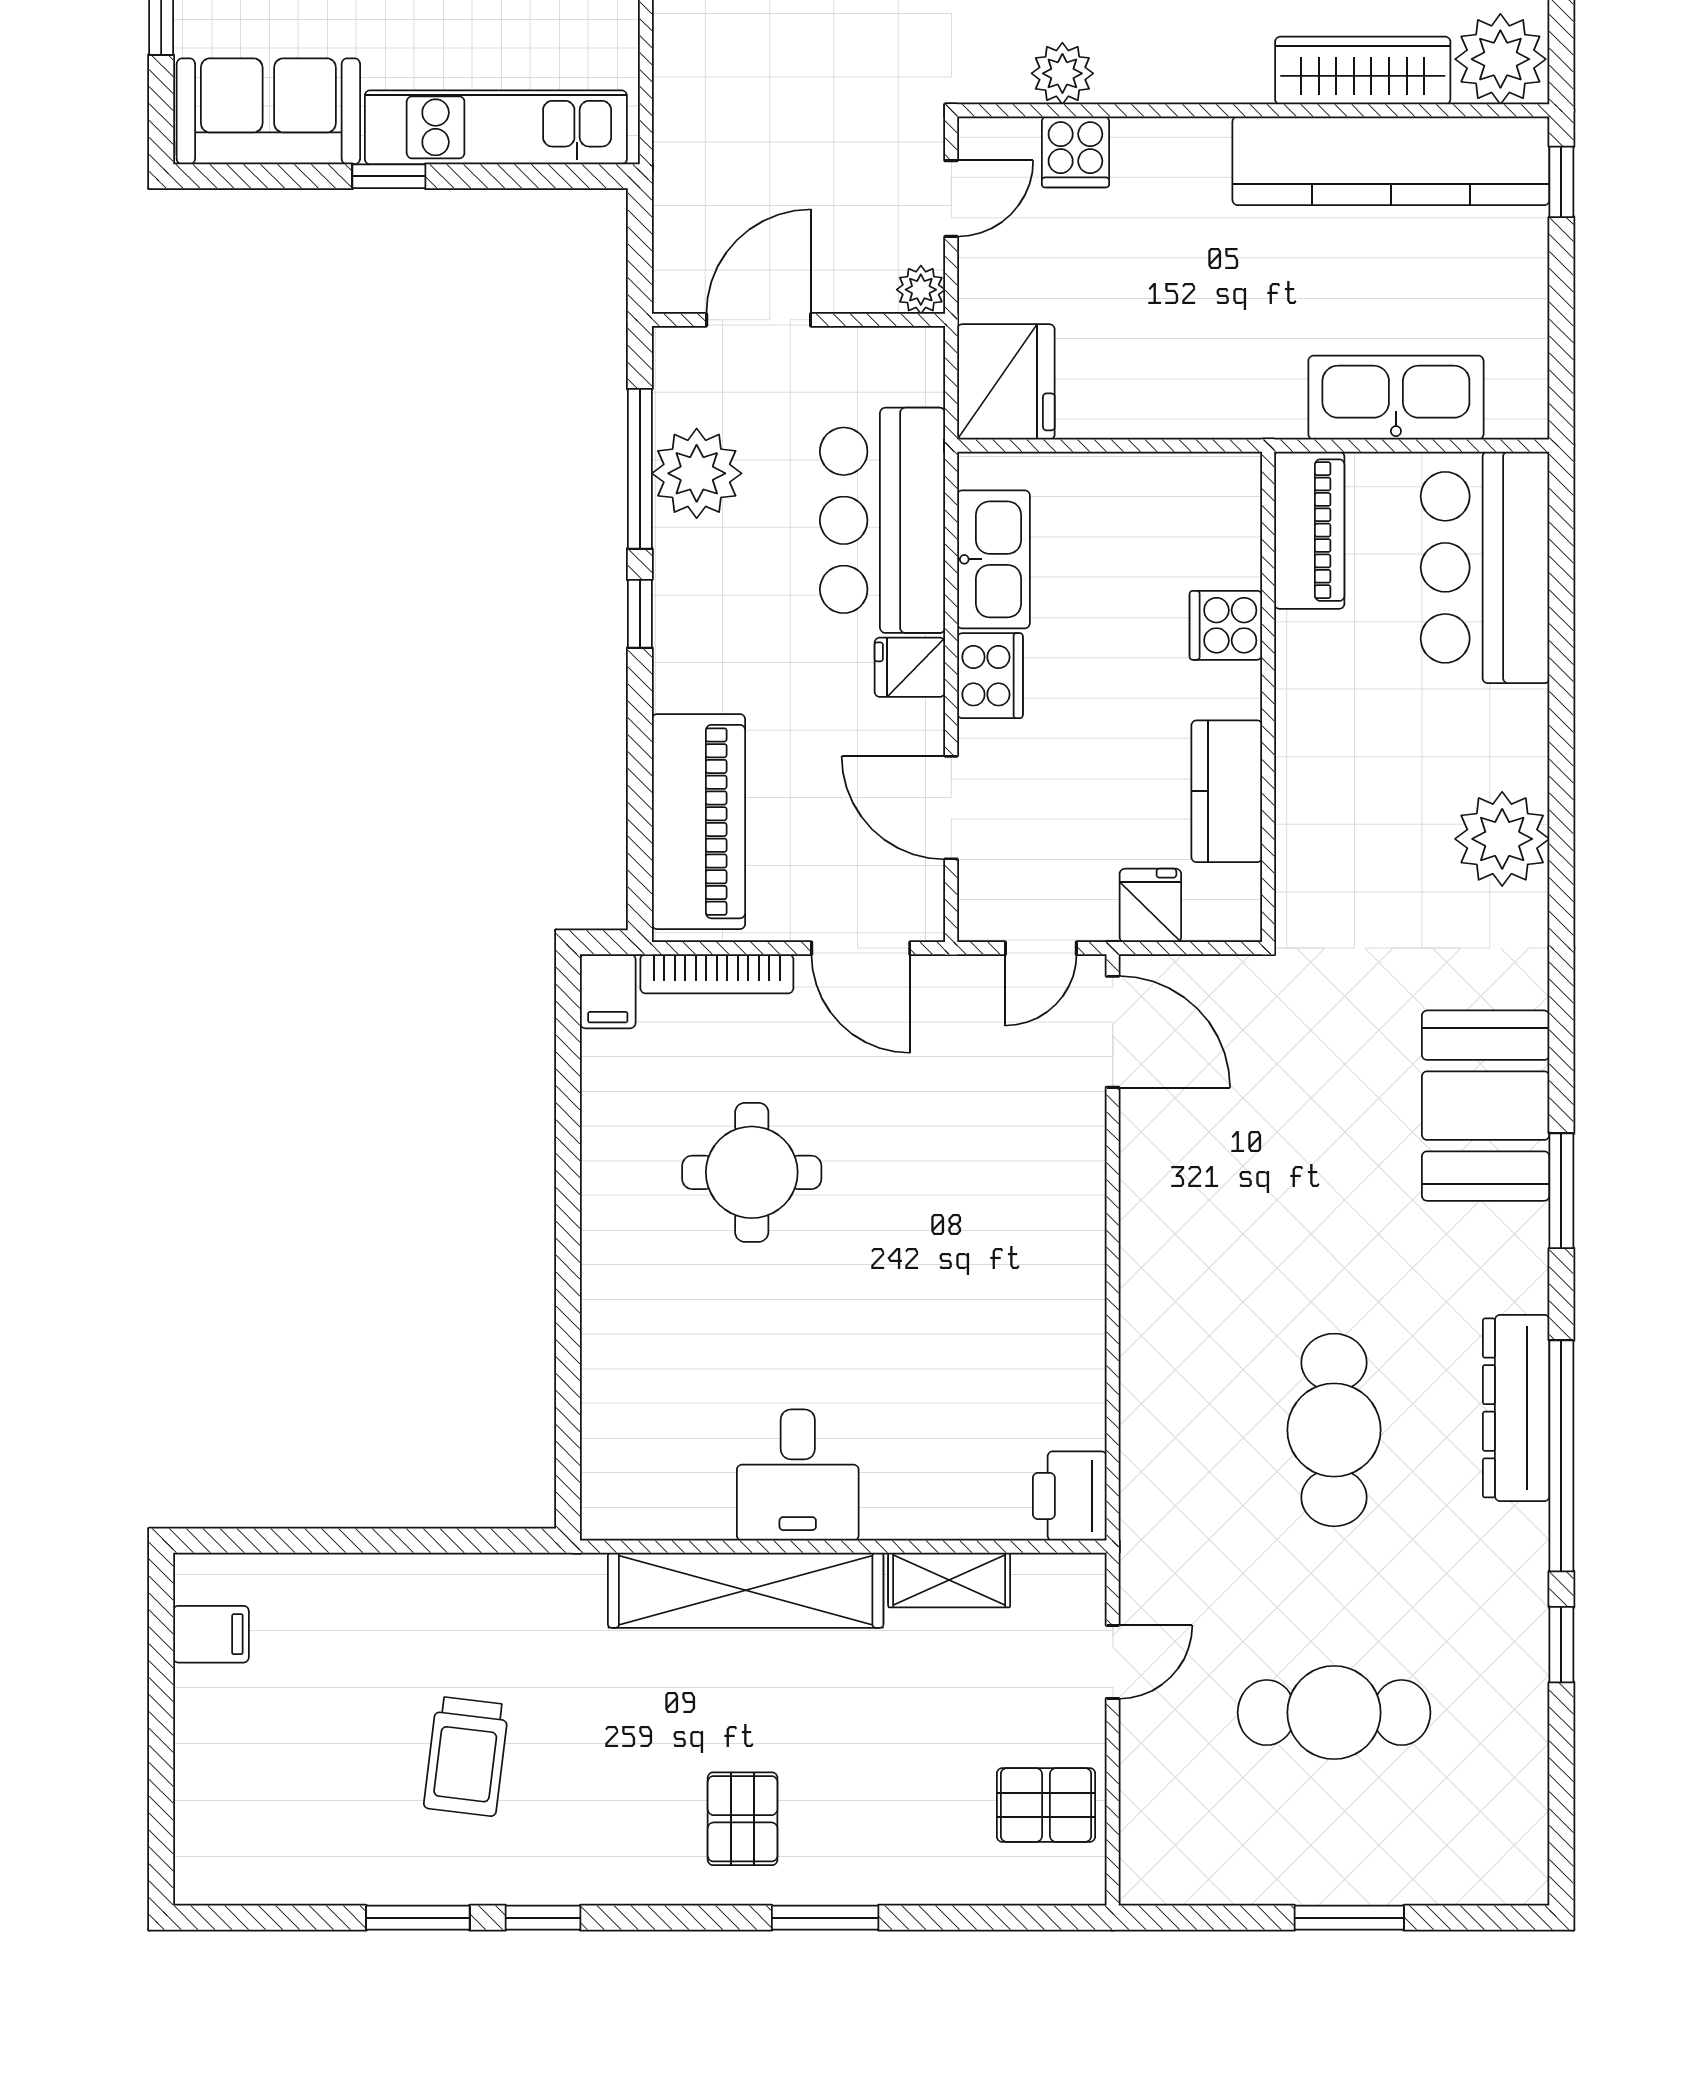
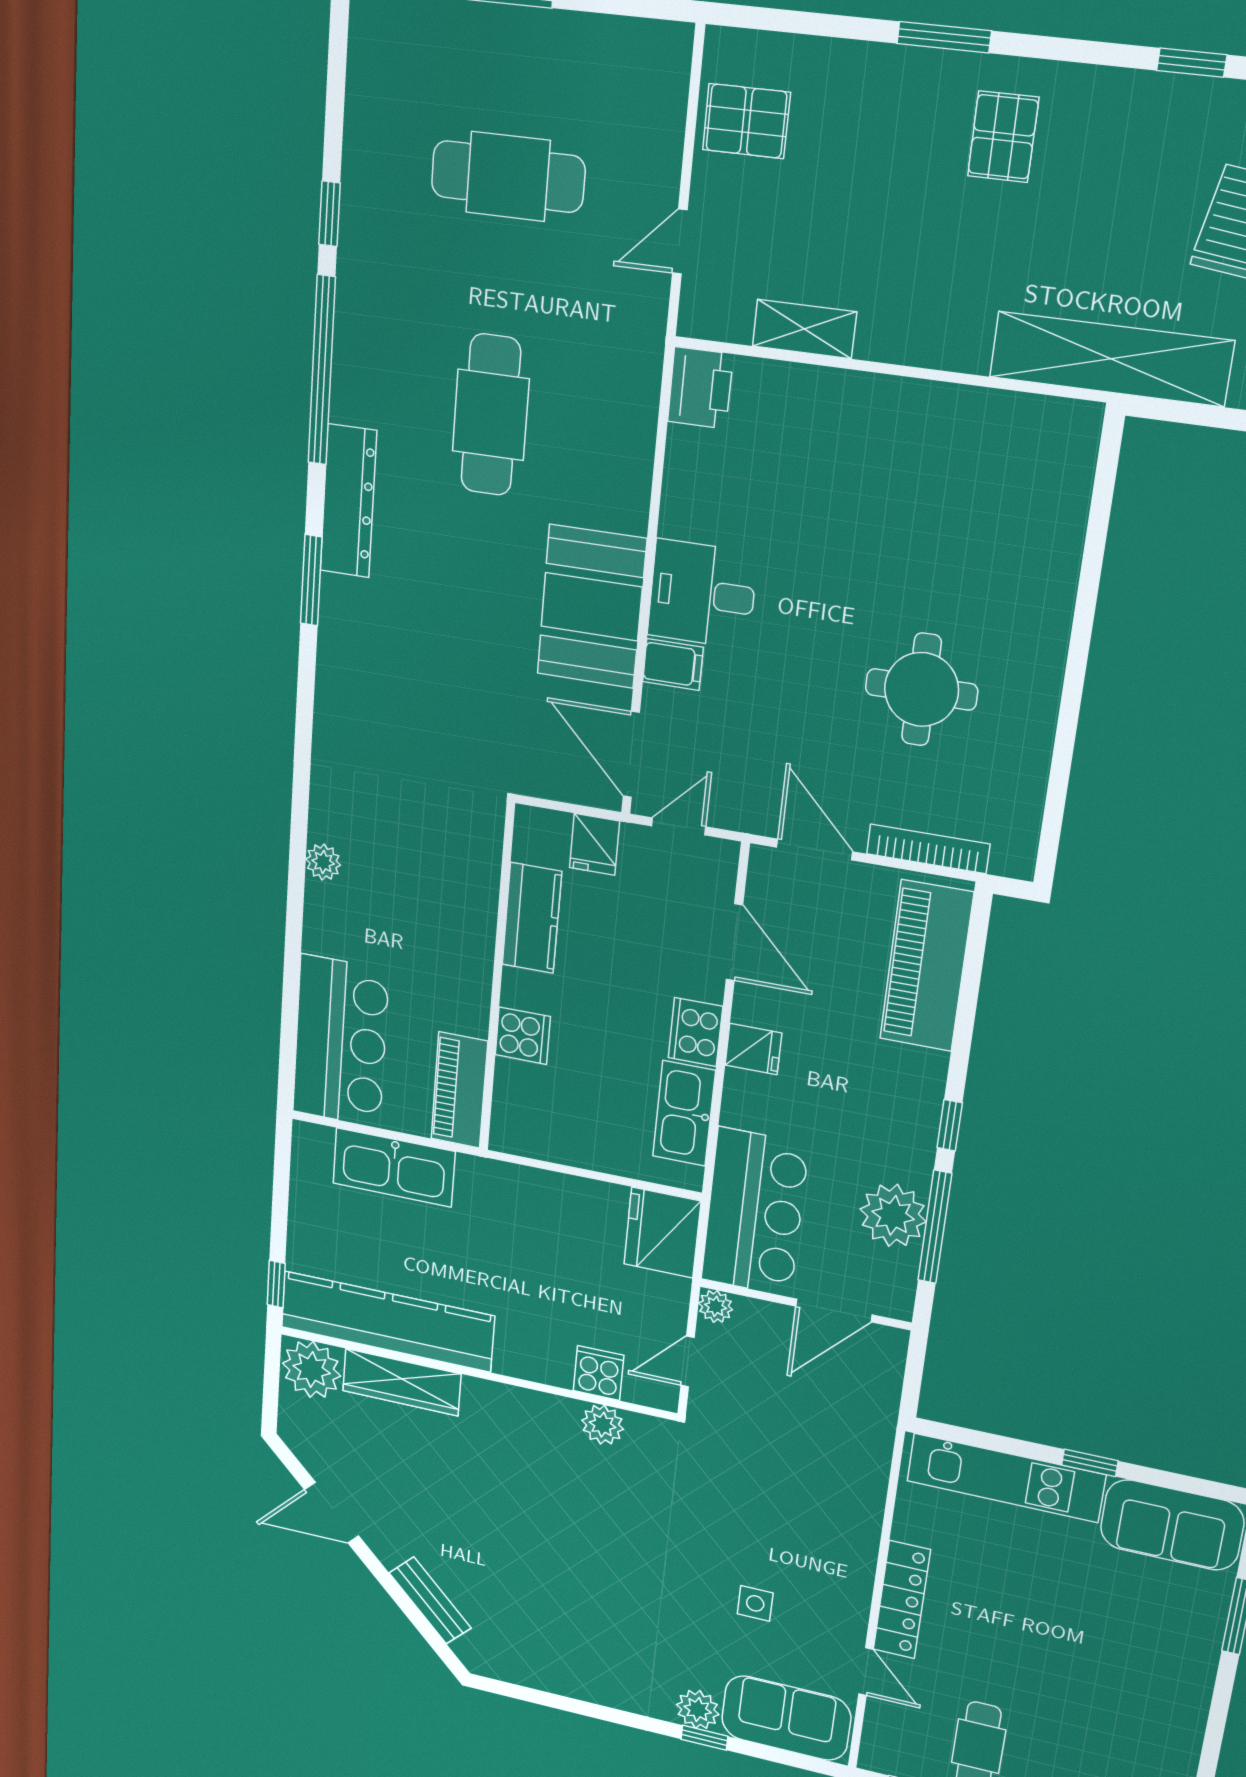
bar counter: (882, 520) -> (754, 1212), moved
plant: (1502, 839) -> (323, 862), width x0.53, depth x0.53
filing cabinet: (608, 991) -> (673, 664), moved, turned 90
booth: (1486, 1106) -> (592, 607), moved
dresser: (1516, 1408) -> (348, 501), moved
desk: (798, 1475) -> (702, 594), moved, turned -90
shelving: (746, 1590) -> (1111, 359), moved

